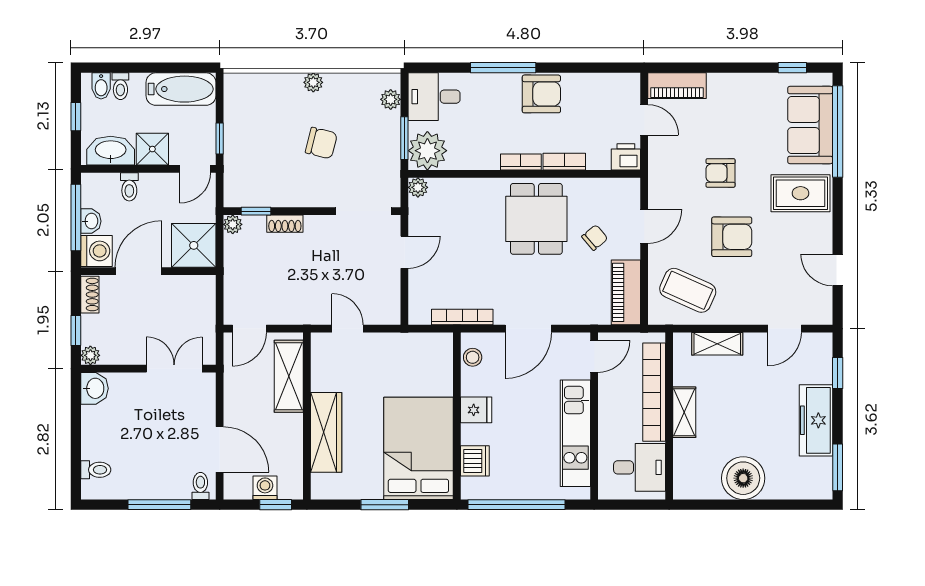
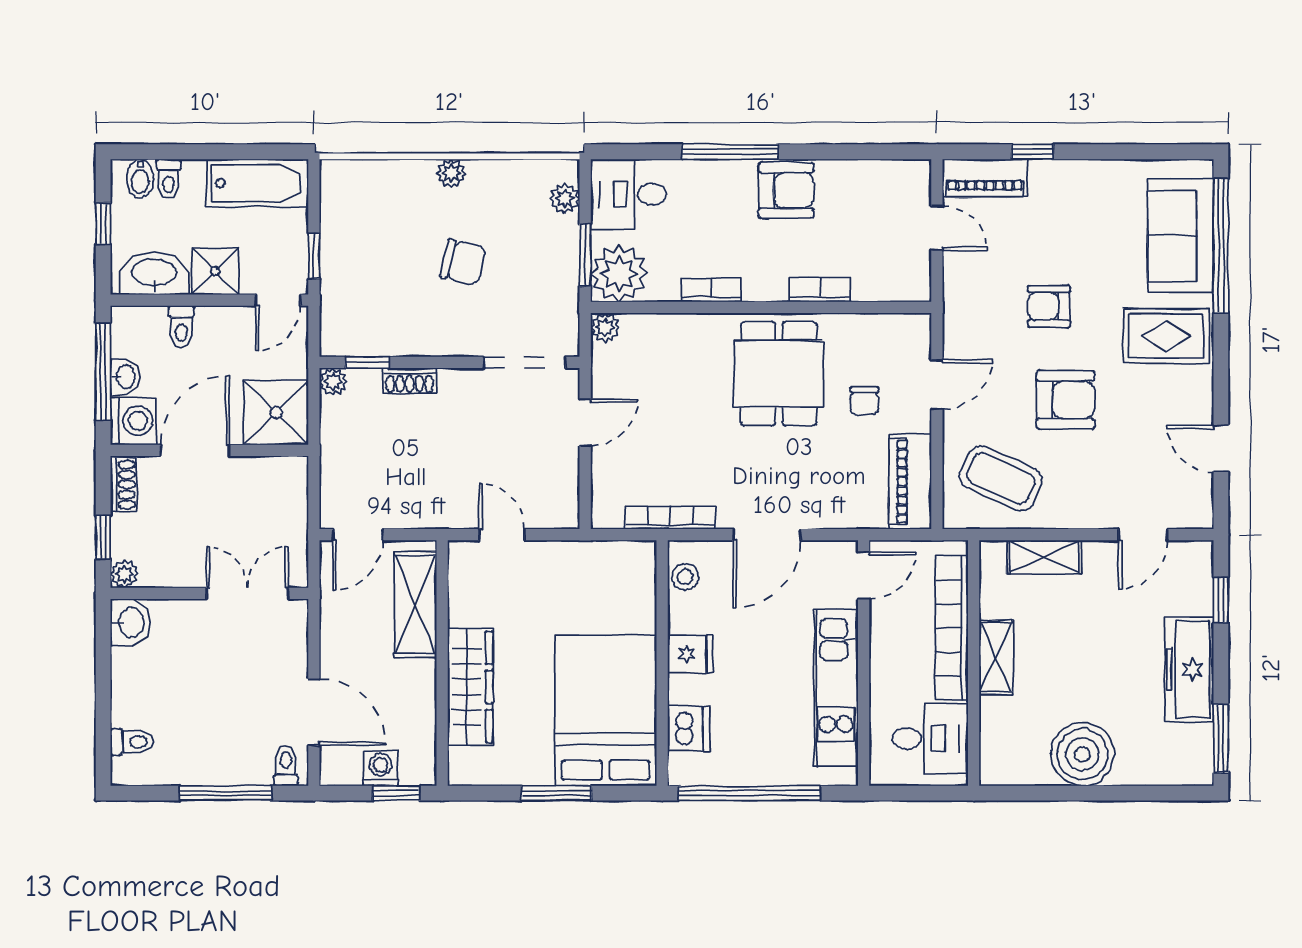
window: (792, 68) -> (1032, 152), moved
printer: (626, 157) -> (910, 283), removed
bookcase: (521, 162) -> (711, 290), moved
chair: (595, 238) -> (864, 401), turned 130

